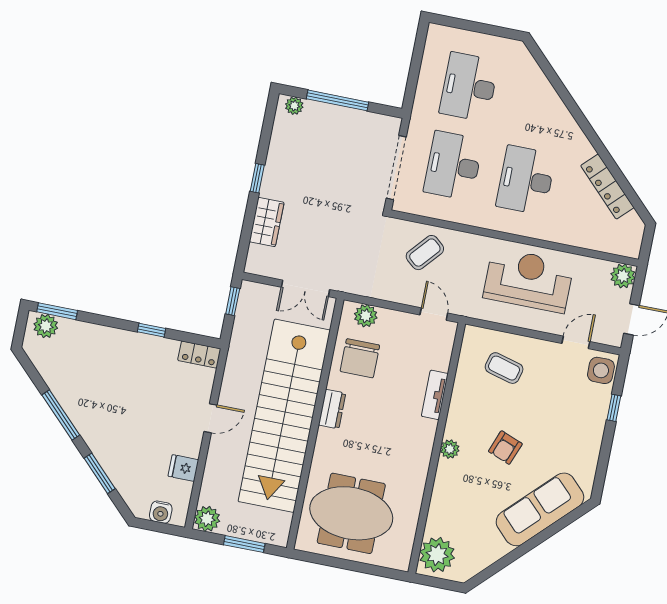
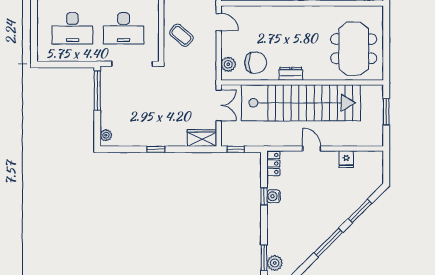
window: (337, 100) -> (97, 91), moved
wardrobe: (267, 222) -> (202, 138), moved
door: (434, 314) -> (219, 22), swing flipped
tv unit: (435, 395) -> (269, 11), removed
water cooler: (161, 512) -> (274, 196), moved, turned 180
plant: (207, 519) -> (375, 138), removed

